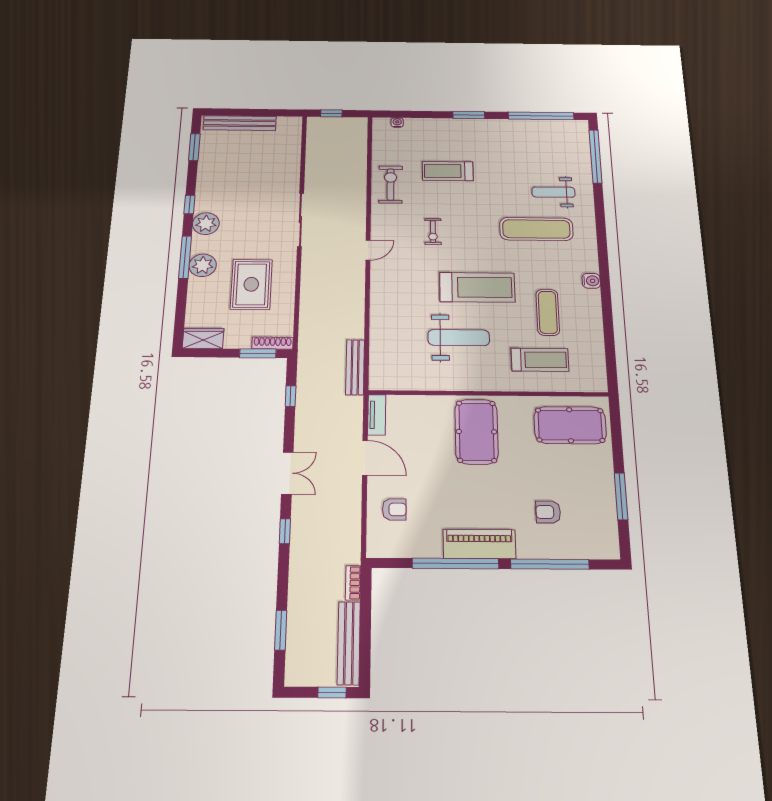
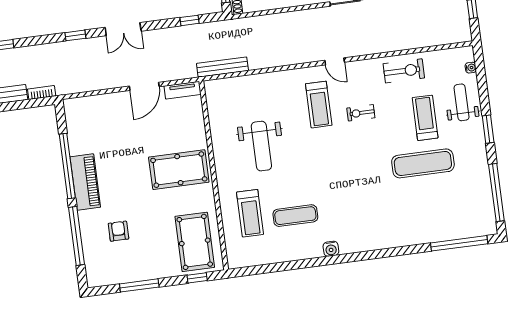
weight bench: (553, 192) -> (462, 102), moved
exercise mat: (536, 229) -> (423, 163), moved, turned 90
treadmill: (477, 287) -> (319, 105), moved, width x0.73, depth x0.73
window: (616, 428) -> (197, 278), added
armchair: (394, 509) -> (104, 115), removed

